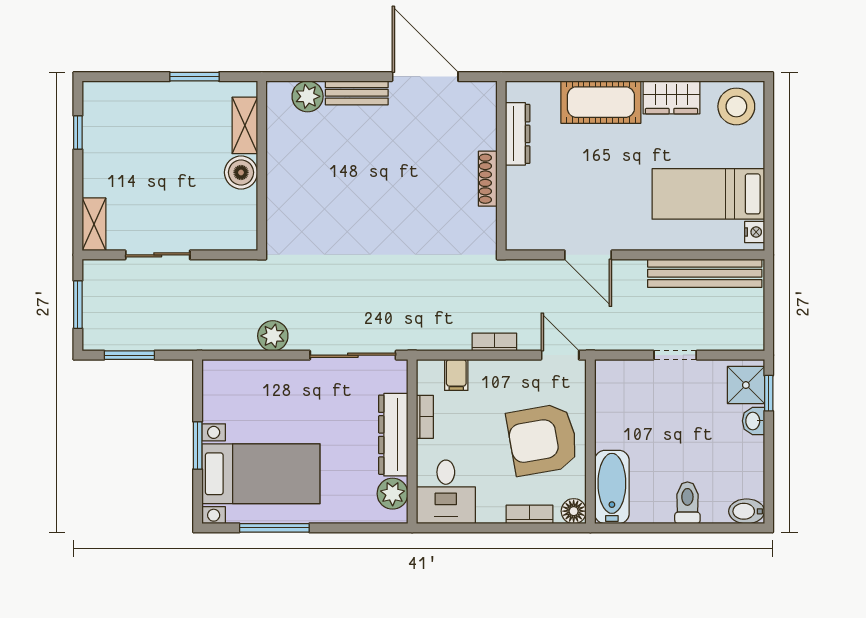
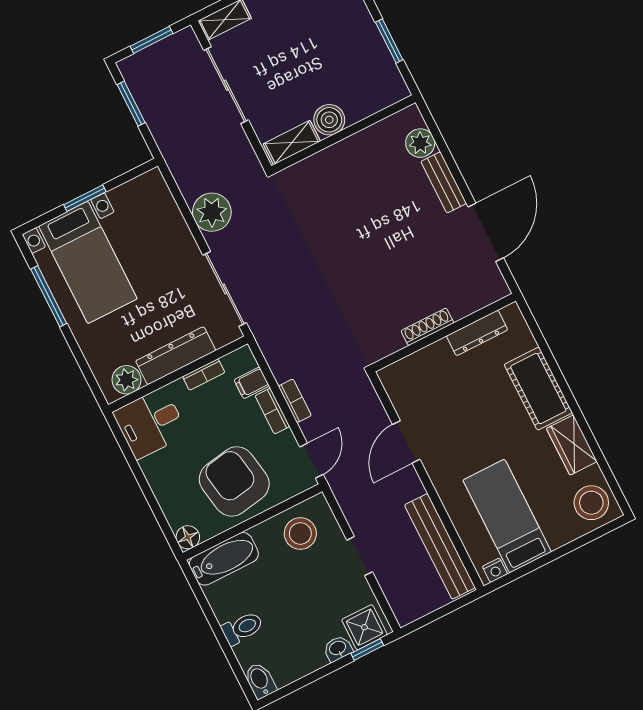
shelving: (245, 125) -> (292, 143), moved
sliding door: (158, 255) -> (226, 85), width x1.37
plant: (273, 336) -> (212, 212), width x1.36, depth x1.36
stool: (625, 401) -> (300, 534), added
bookcase: (530, 514) -> (272, 411), moved, turned 180

